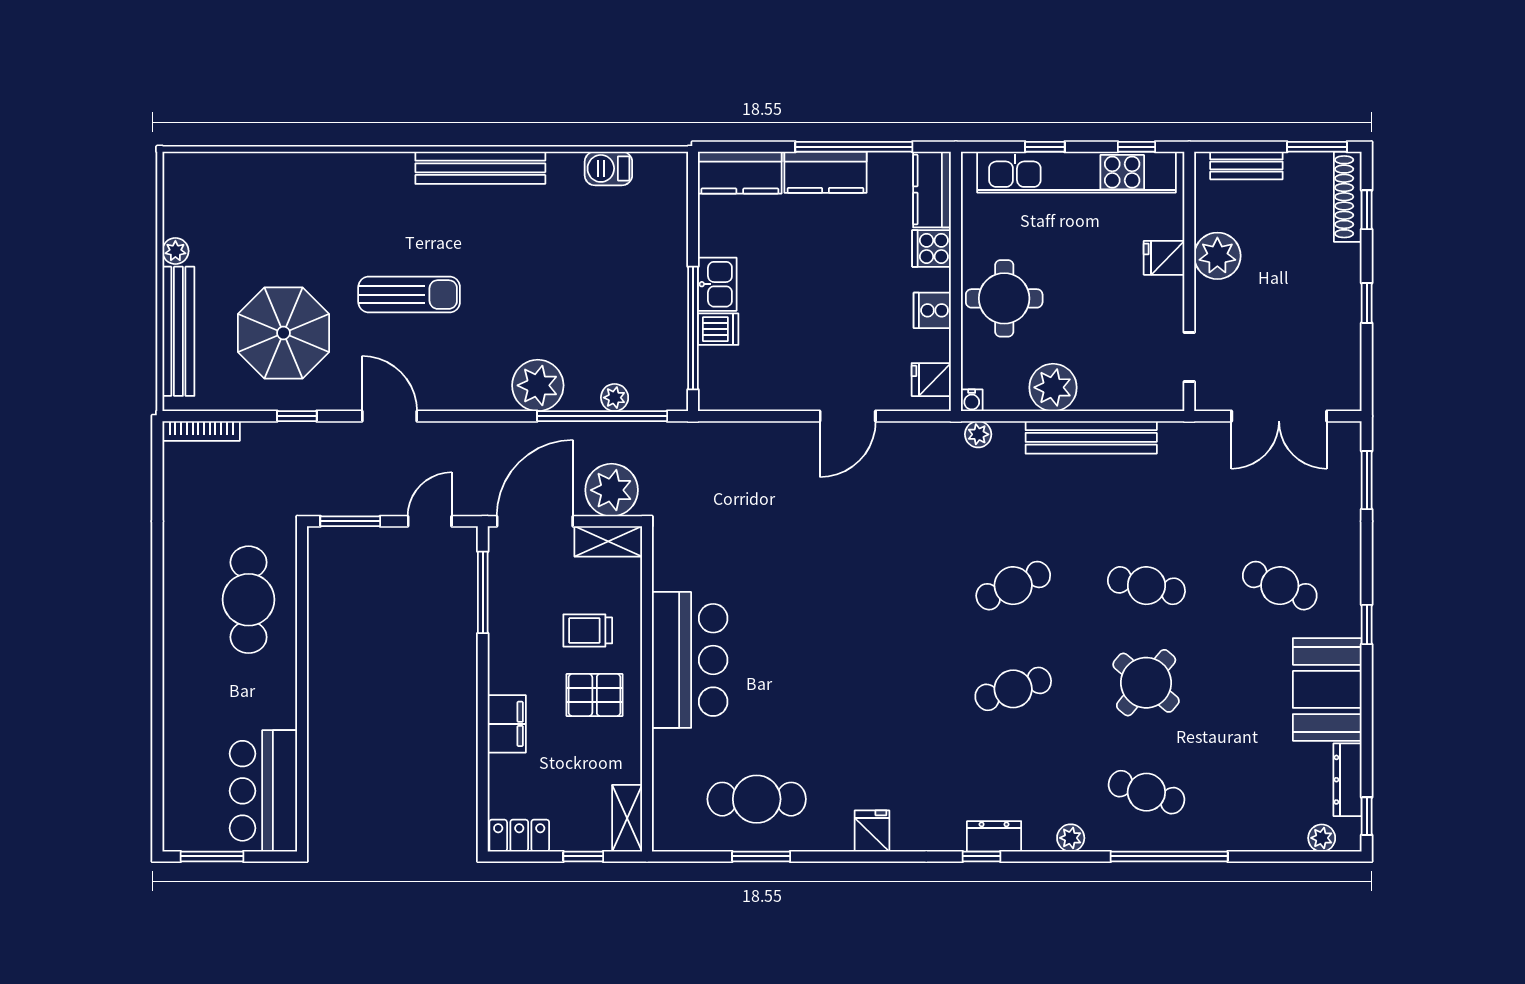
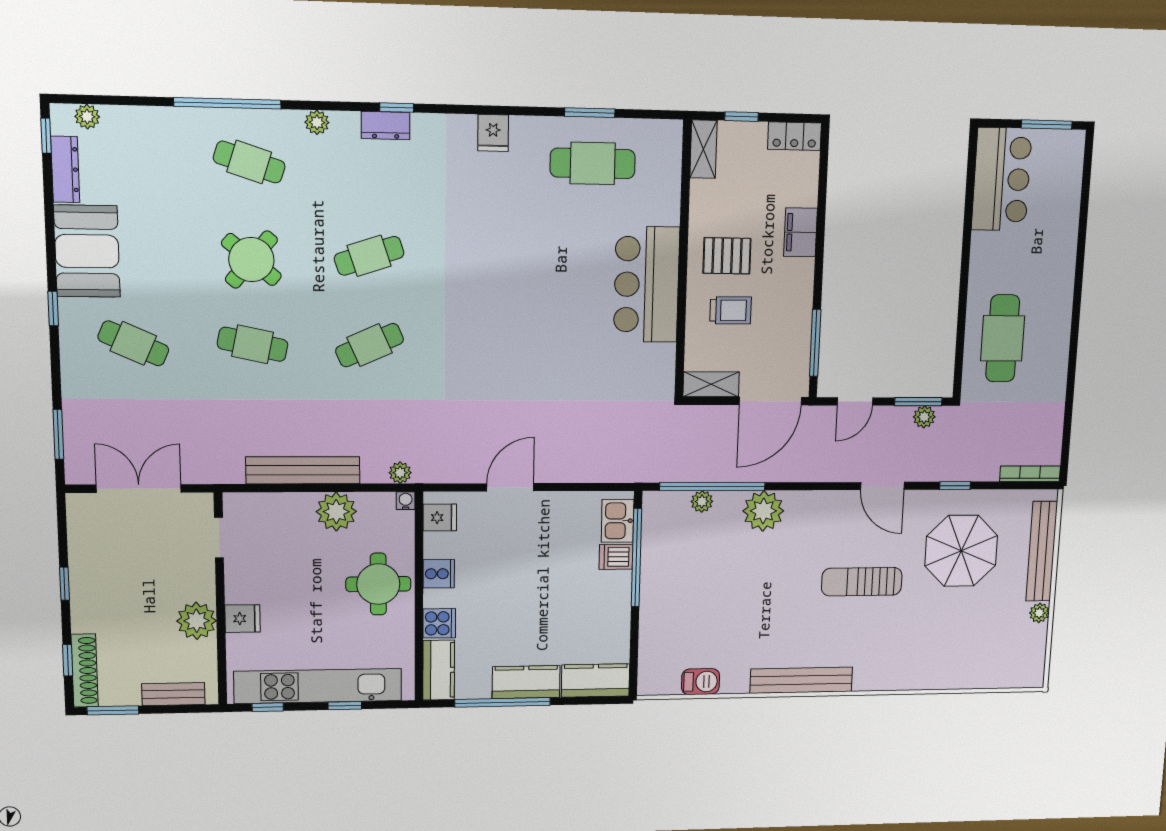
kitchen sink: (717, 284) -> (618, 521), moved
plant: (612, 490) -> (924, 417), moved, width x0.53, depth x0.53

